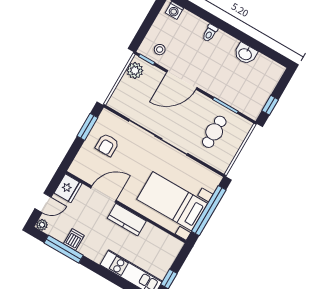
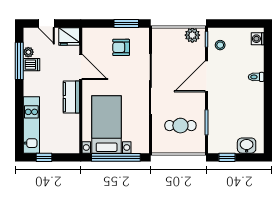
washbasin: (245, 54) -> (247, 146), moved, turned 90
door: (182, 80) -> (206, 76), hinge flipped
plant: (42, 225) -> (28, 52), moved

